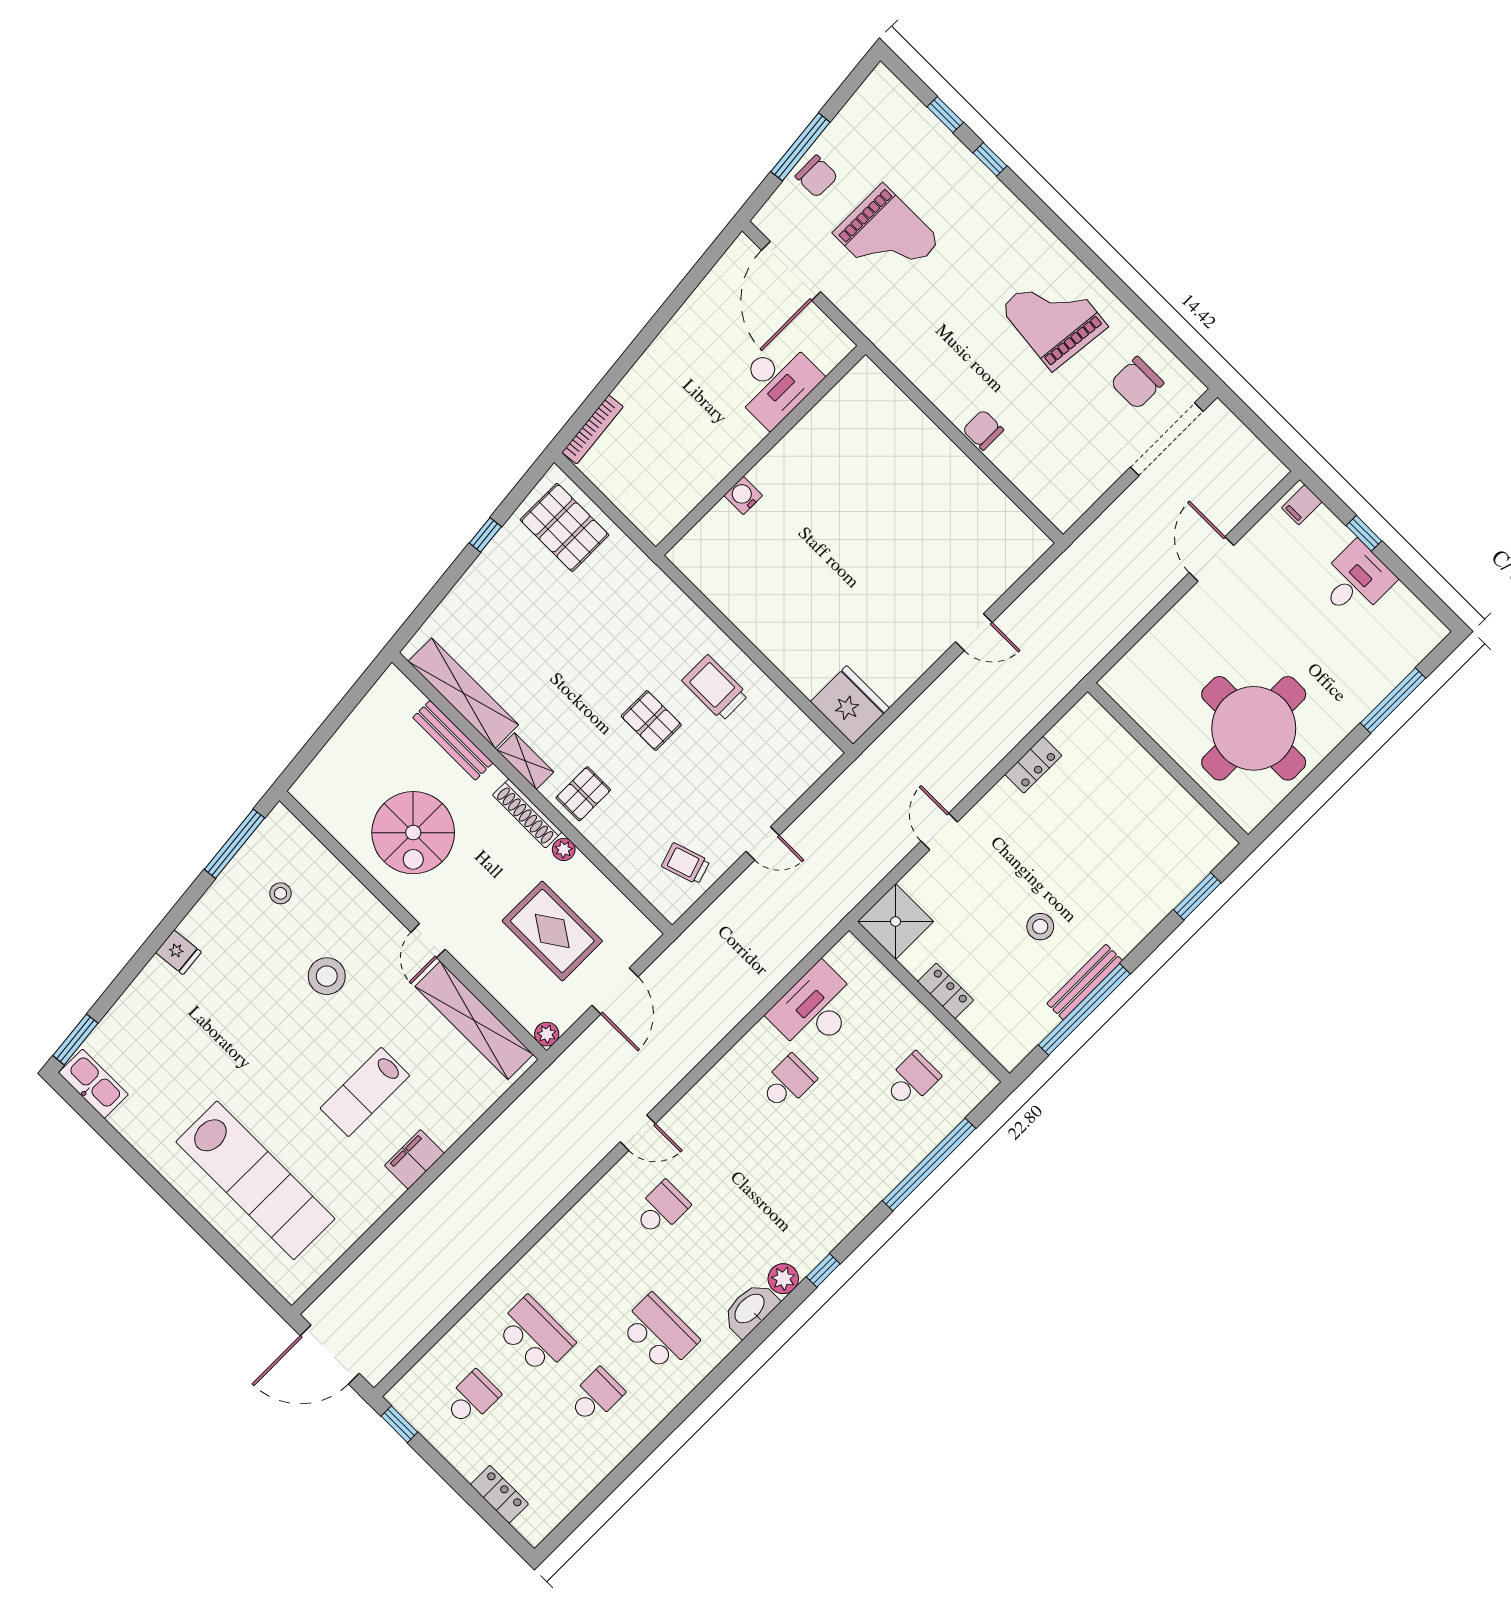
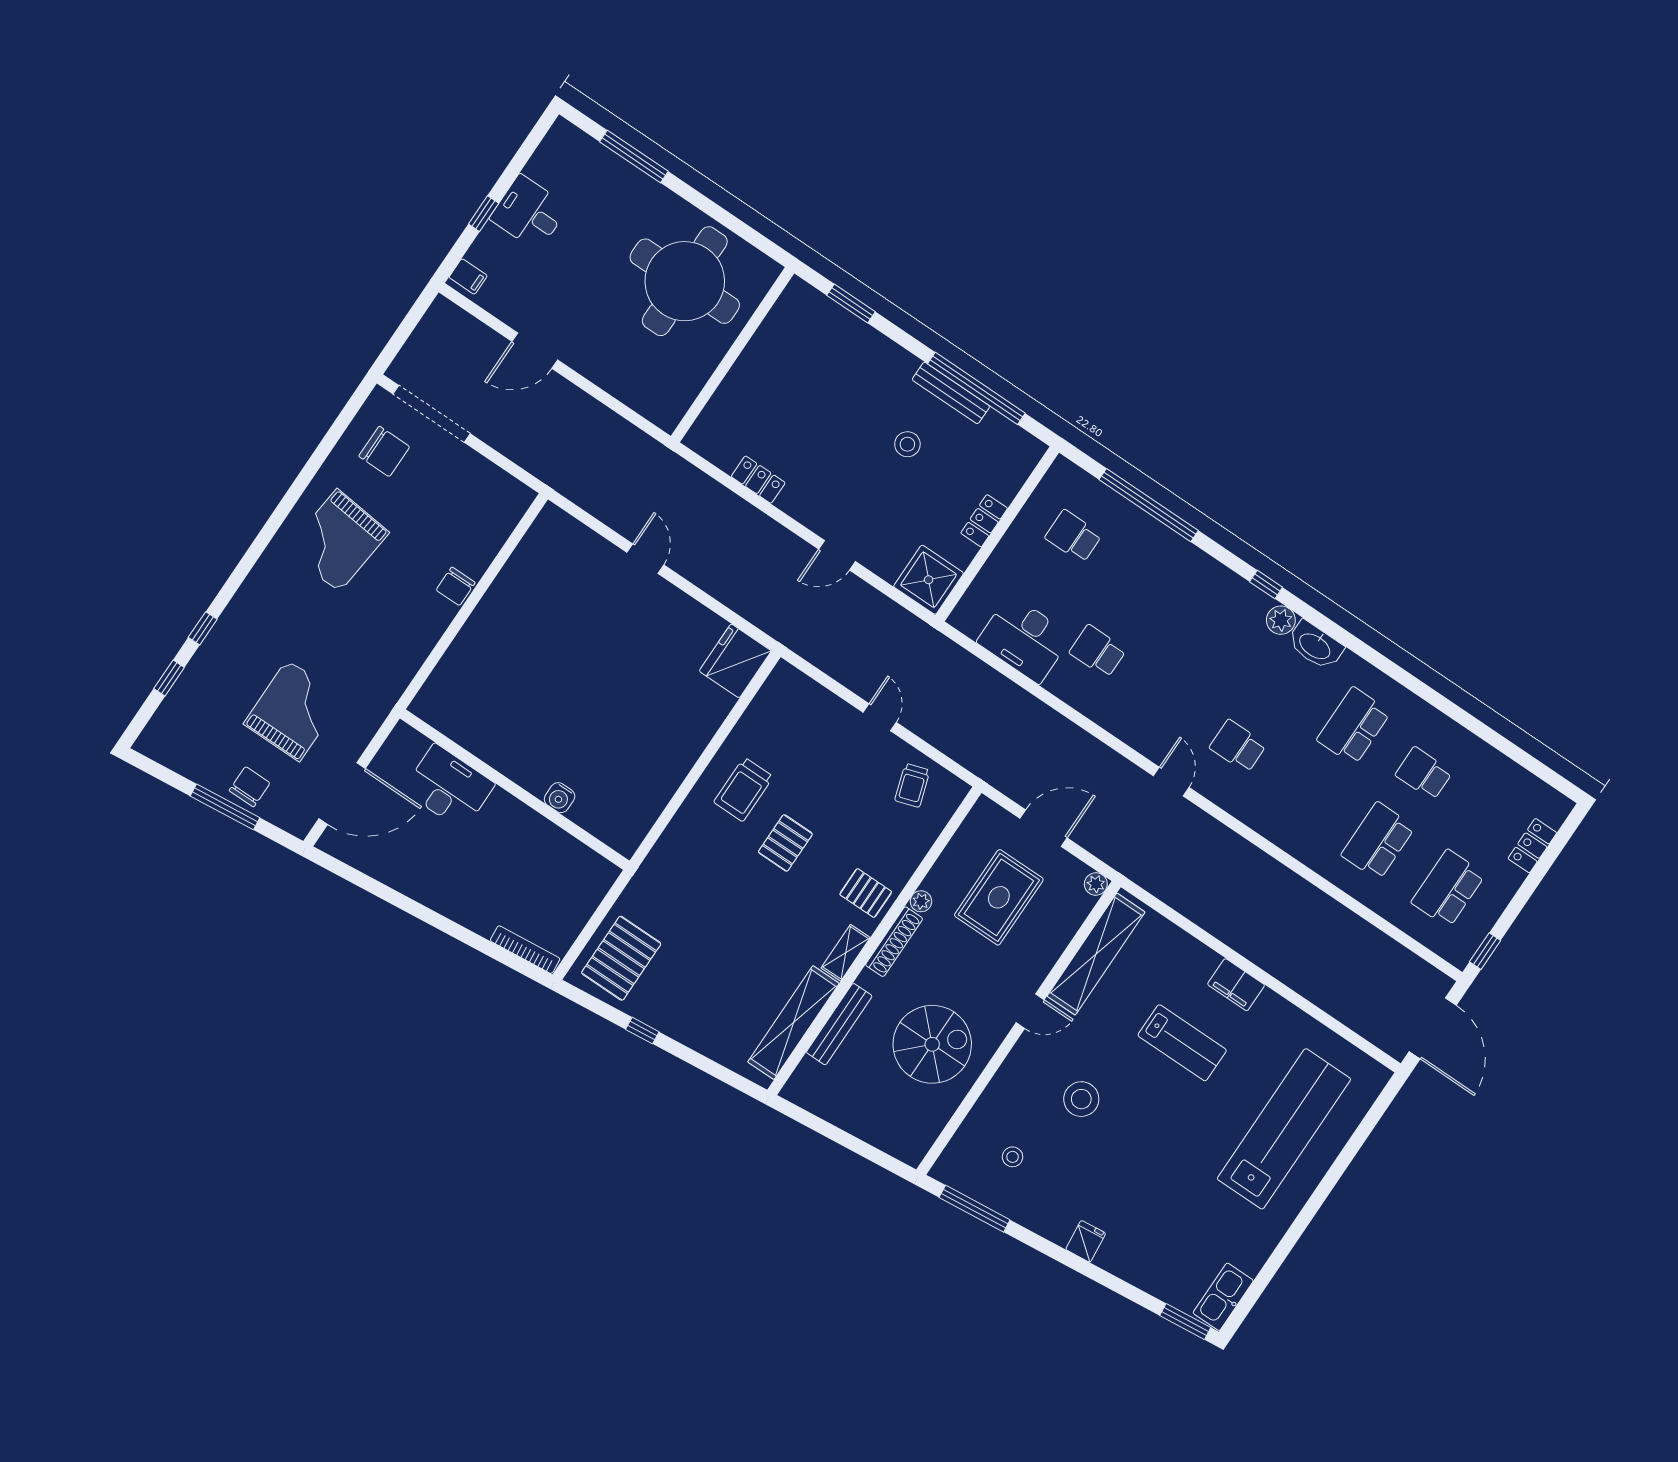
school desk: (472, 1398) -> (1448, 888), width x1.85

